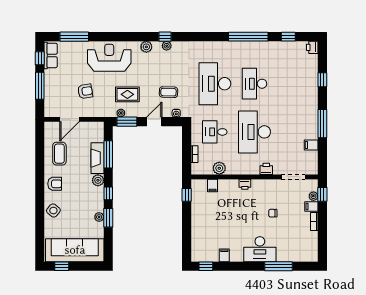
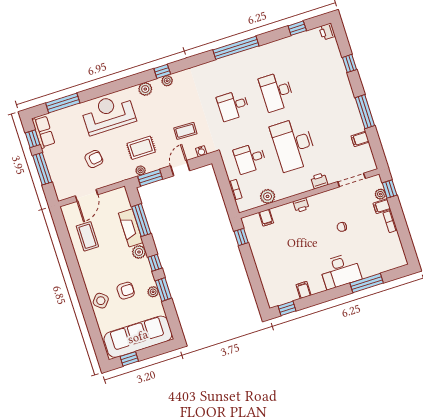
window: (248, 37) -> (236, 48), moved
desk: (215, 84) -> (233, 105), width x0.53, depth x0.77
armchair: (55, 184) -> (126, 291), moved

